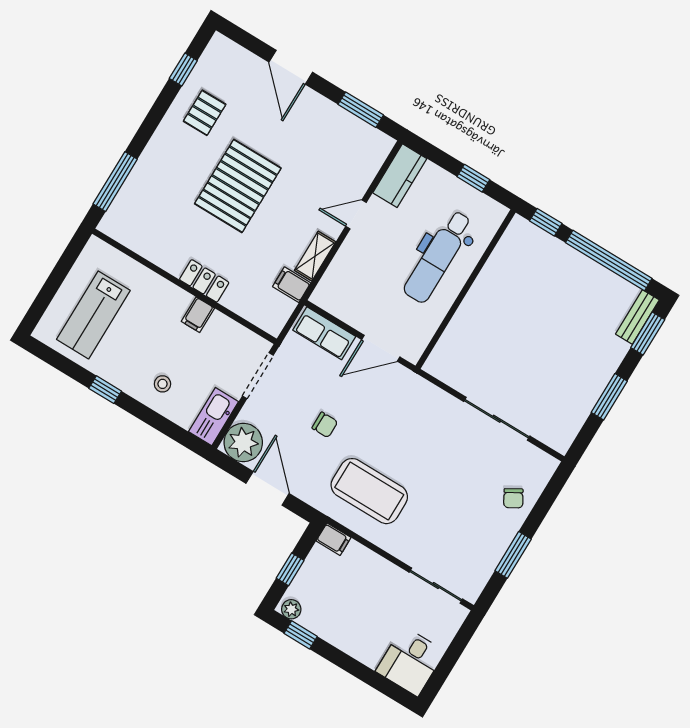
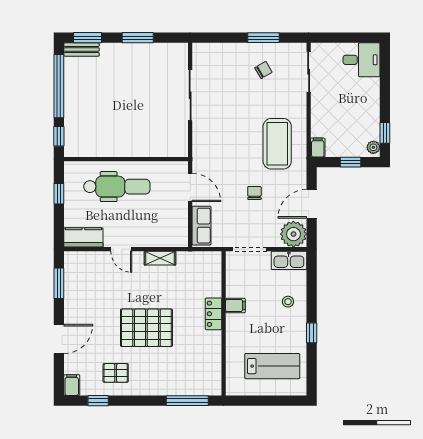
filing cabinet: (292, 285) -> (72, 385), moved, turned 180
chair: (513, 498) -> (263, 70), moved

